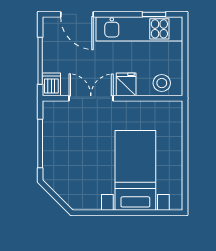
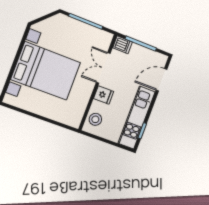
double door: (91, 98) -> (103, 68), swing flipped
bed with nightstands: (135, 170) -> (46, 71), width x1.36

